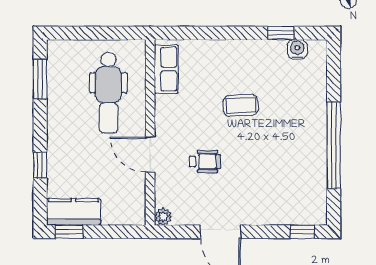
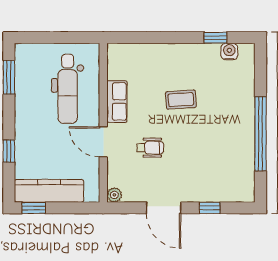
row of seats: (166, 69) -> (117, 102), moved
kitchen counter: (73, 212) -> (49, 191), width x1.50
window: (302, 232) -> (210, 208), moved

